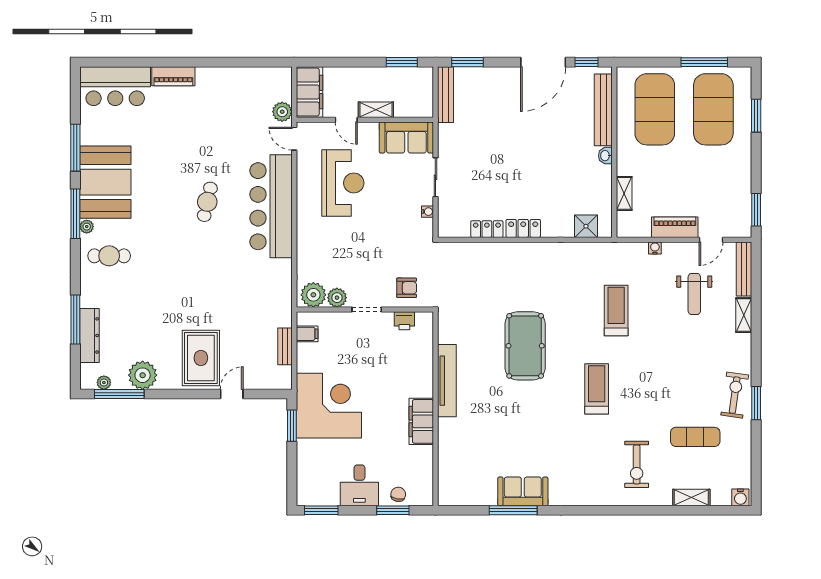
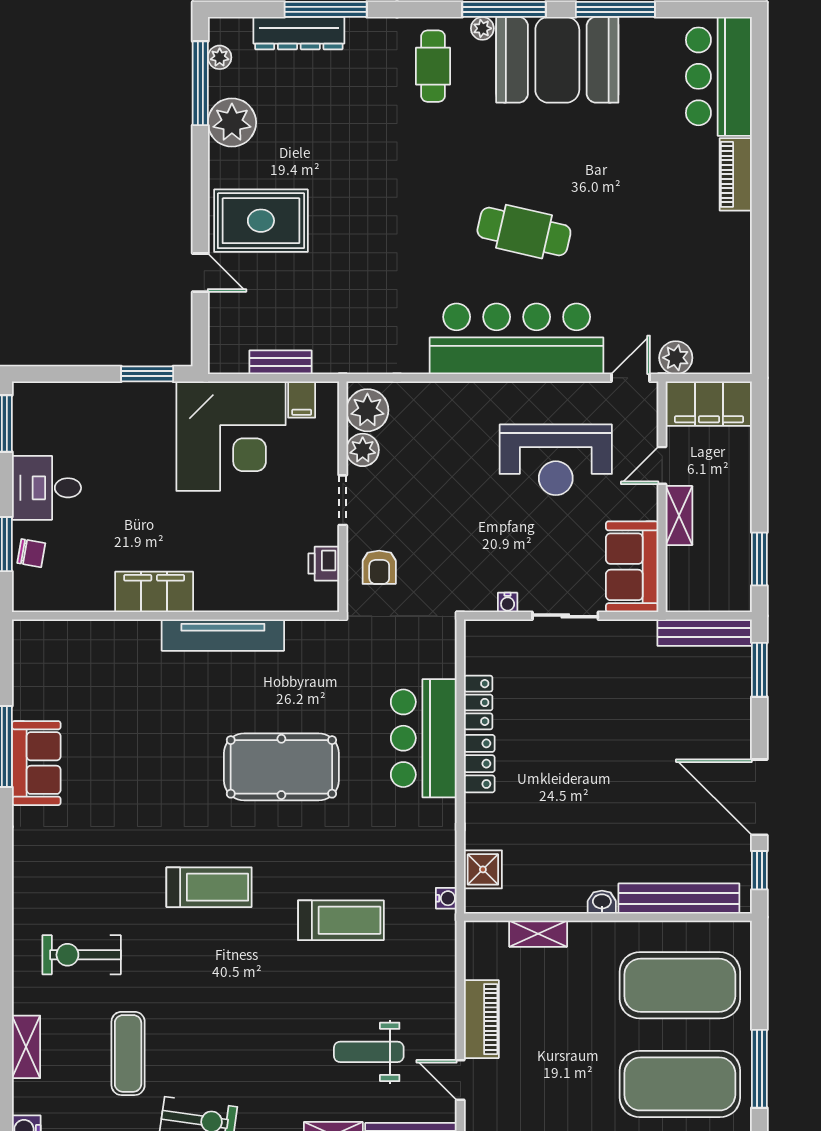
cafe table: (207, 202) -> (524, 232), width x1.37, depth x1.35
water cooler: (655, 248) -> (446, 898), moved
bar counter: (508, 261) -> (424, 738), added
corner desk: (329, 406) -> (231, 436), moved

